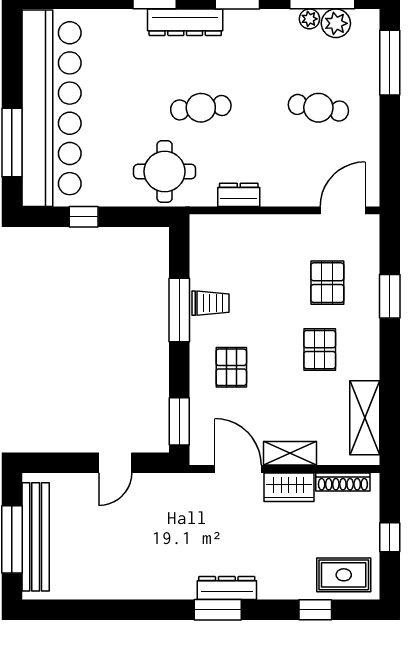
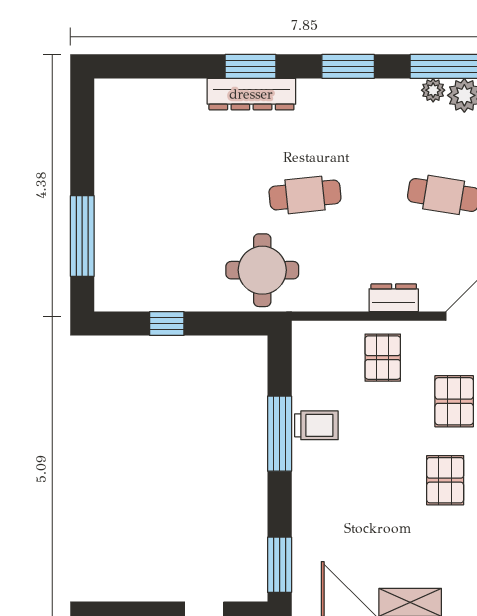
dresser: (185, 22) -> (251, 94), moved
bar counter: (52, 108) -> (129, 196), removed
dresser: (239, 195) -> (394, 298), moved
pallet: (231, 367) -> (383, 358), moved

